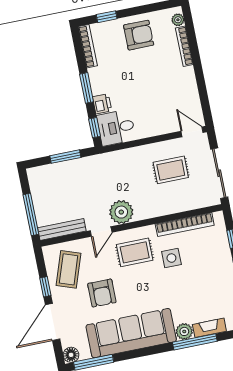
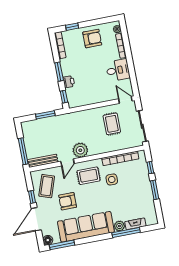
desk: (116, 128) -> (118, 70), moved, turned 180
rug: (171, 170) -> (112, 124), turned 90
armchair: (102, 293) -> (68, 201), turned 90

